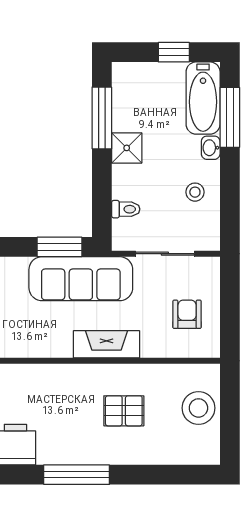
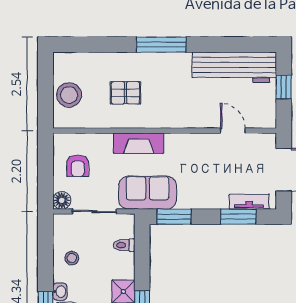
floor lamp: (208, 268) -> (62, 200), added
sofa: (81, 279) -> (148, 193), width x0.73

